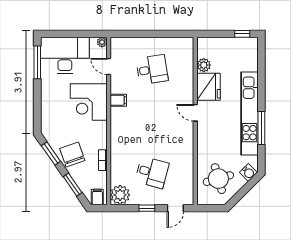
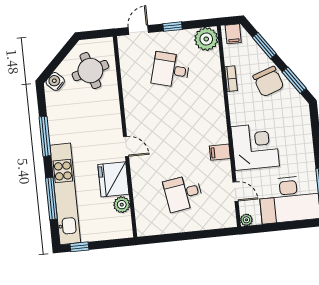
window: (261, 76) -> (51, 199), added
kitchen unit: (250, 113) -> (65, 194), moved

